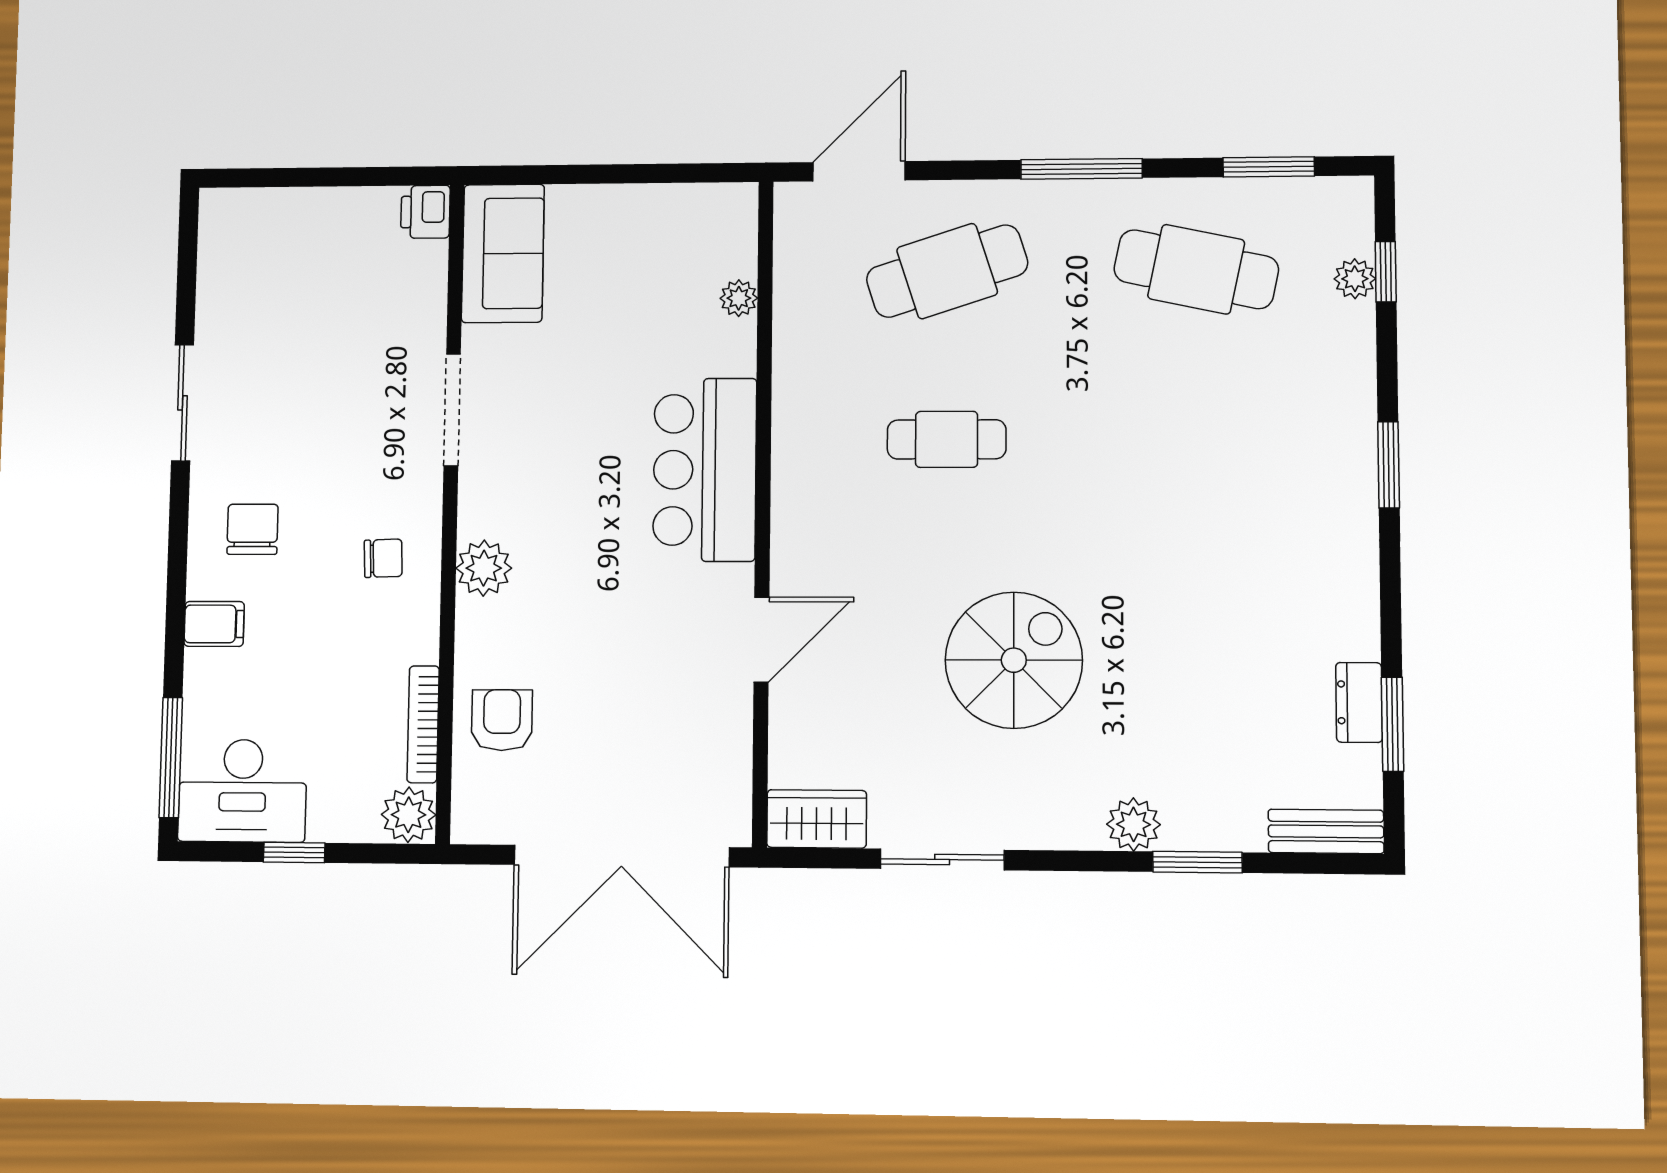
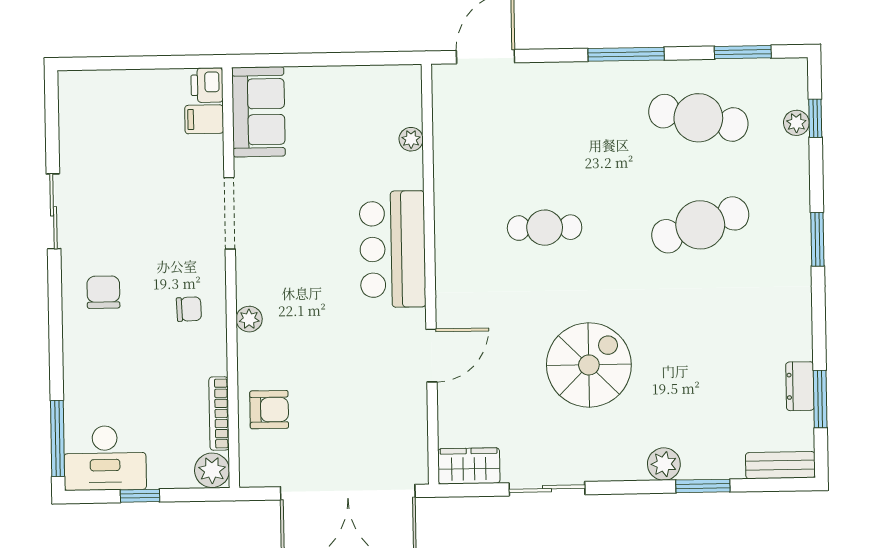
cafe table: (947, 271) -> (700, 225), moved
plant: (484, 568) -> (249, 319), width x0.73, depth x0.73
filing cabinet: (214, 624) -> (204, 119), moved, turned 180
armchair: (502, 720) -> (269, 410), turned 90

